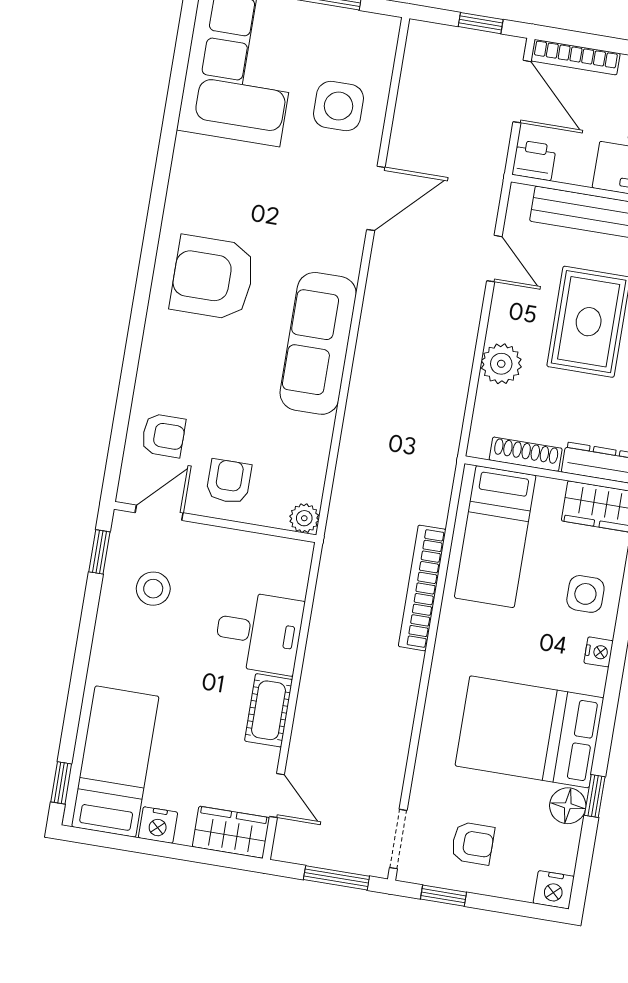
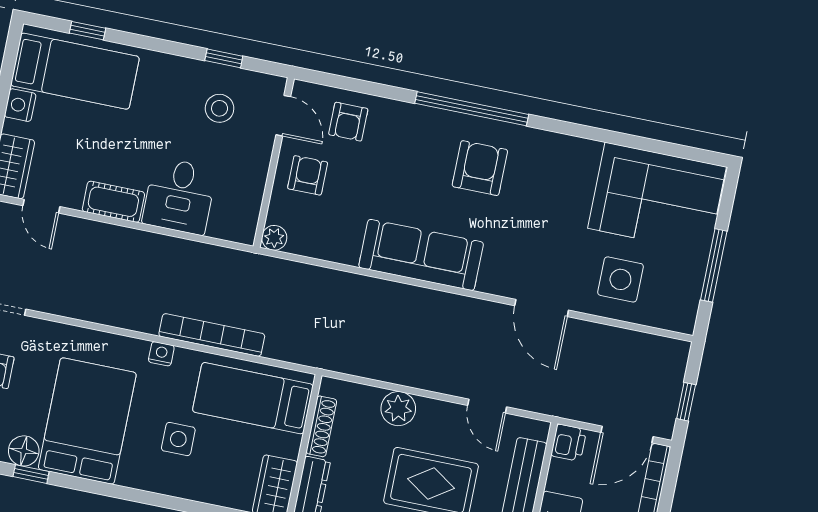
door: (494, 259) -> (487, 406), hinge flipped
armchair: (213, 278) -> (480, 168), width x0.73, depth x0.73
window: (143, 290) -> (472, 109), added
armchair: (229, 481) -> (308, 175), turned -90
window: (99, 552) -> (224, 58), moved
side table: (585, 594) -> (178, 439), moved
nightstand: (599, 652) -> (161, 354), moved, turned 180
window: (61, 783) -> (87, 31), moved
door: (277, 795) -> (41, 206), hinge flipped

